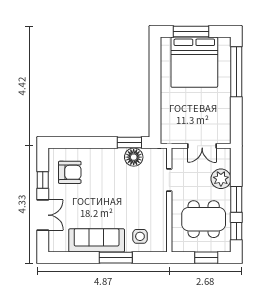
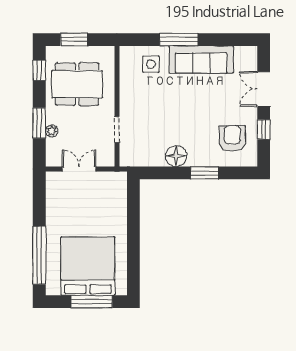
window: (129, 143) -> (205, 173), moved
floor lamp: (134, 157) -> (176, 156), moved
armchair: (70, 172) -> (232, 138), turned 90
plant: (221, 179) -> (52, 131), width x0.53, depth x0.53
window: (236, 199) -> (39, 123), moved

